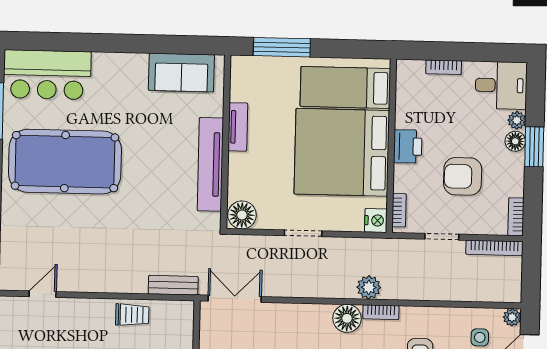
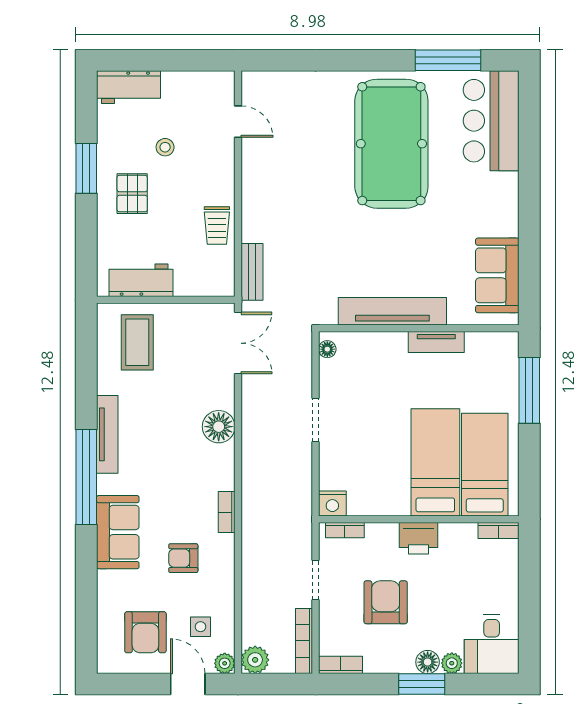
bookcase: (444, 67) -> (499, 531), moved, turned -90
bed: (342, 152) -> (435, 462), width x0.49
floor lamp: (242, 215) -> (327, 349), width x0.53, depth x0.53
plant: (369, 287) -> (255, 660), moved
floor lamp: (347, 318) -> (219, 427), moved

